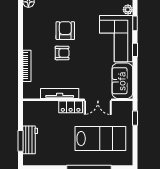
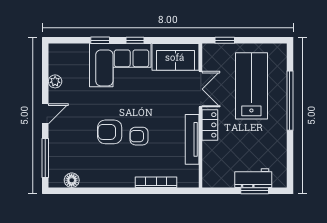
plant: (128, 10) -> (82, 50), removed
armchair: (62, 53) -> (139, 136), turned -90

